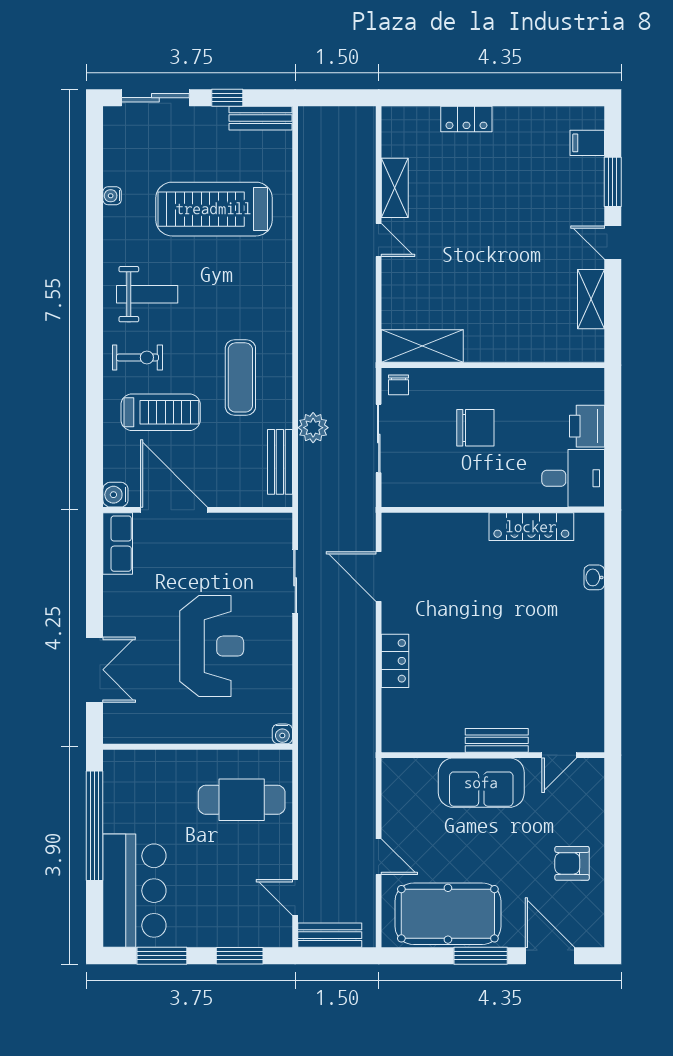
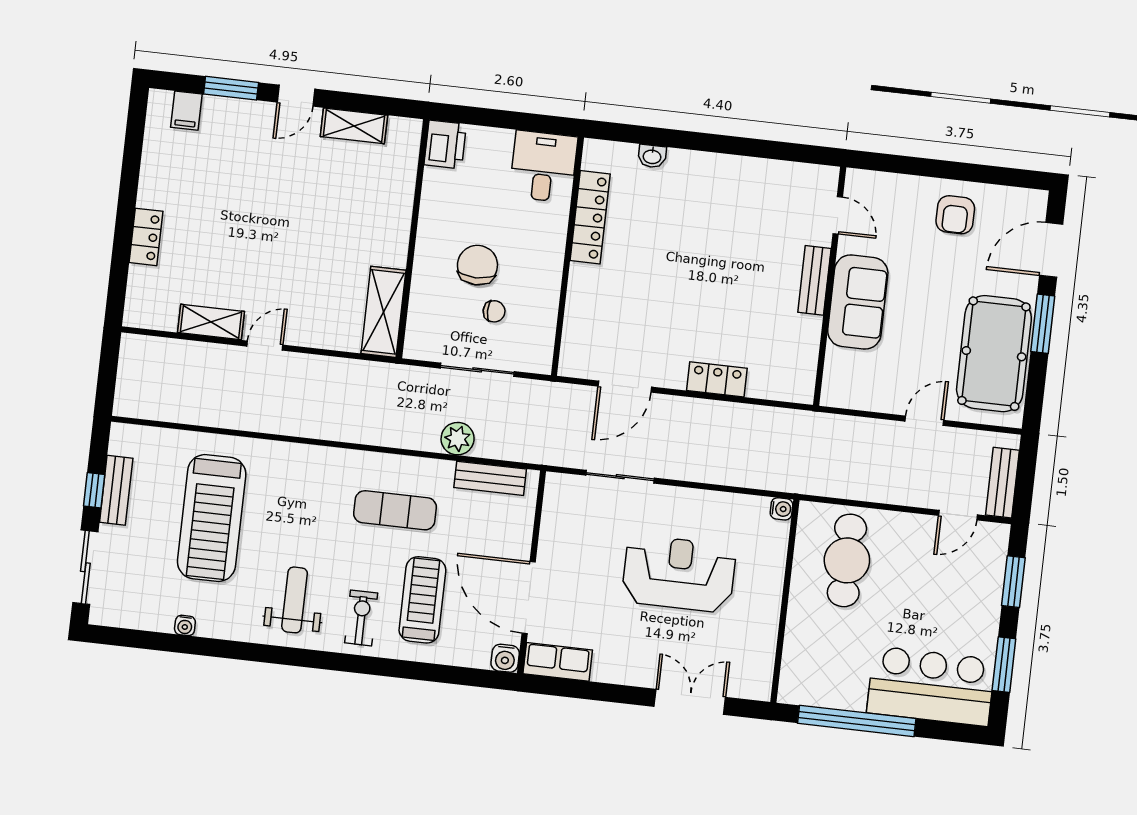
bench: (260, 118) -> (116, 490), moved
chair: (399, 385) -> (494, 311), moved
printer: (587, 426) -> (445, 144), moved, turned -90
door: (174, 510) -> (529, 598), hinge flipped

